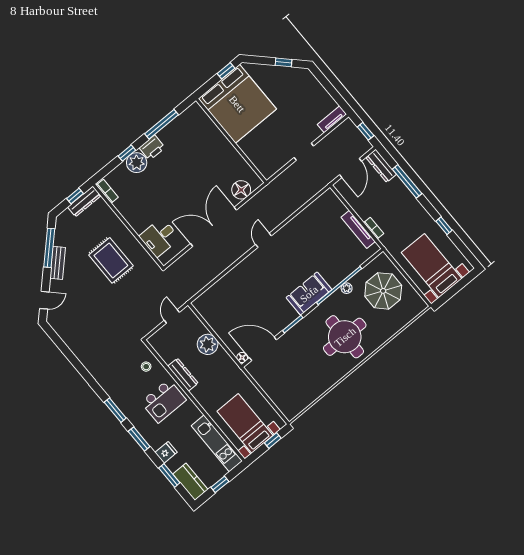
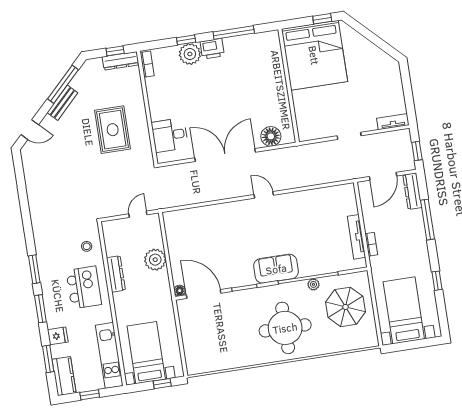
window: (284, 62) -> (380, 43), removed
door: (264, 240) -> (264, 195), hinge flipped
kitchen island: (164, 401) -> (84, 287), turned -90

